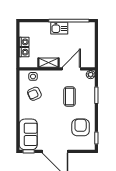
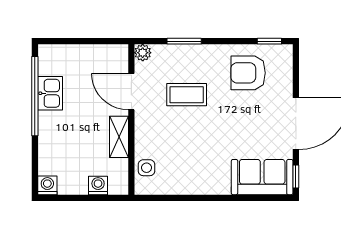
kitchen sink: (59, 28) -> (50, 93), moved
washing machine: (24, 42) -> (47, 185), moved
armchair: (34, 94) -> (181, 165), removed

